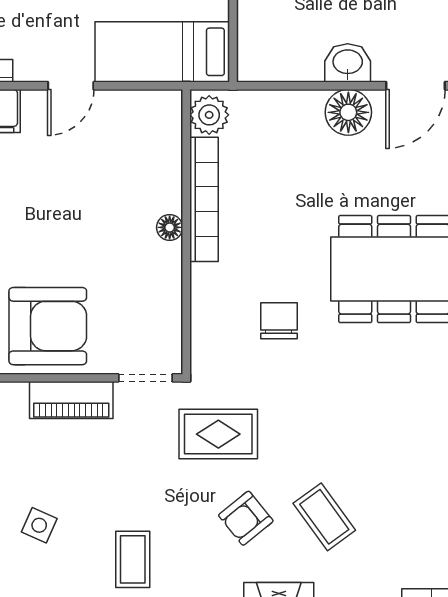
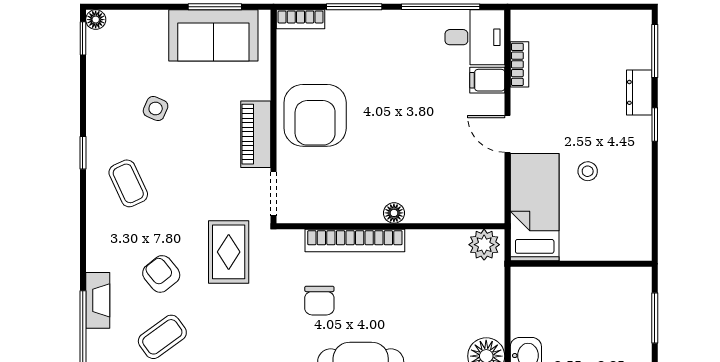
bookcase: (204, 199) -> (355, 240), moved
chair: (279, 321) -> (319, 301), turned 90
coffee table: (133, 559) -> (128, 183), turned 65

